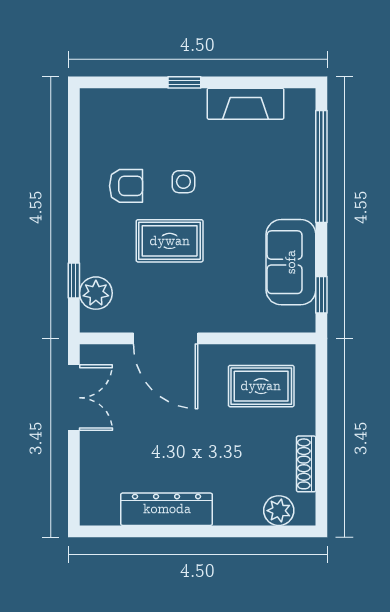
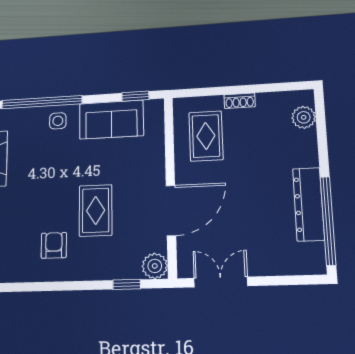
side table: (183, 182) -> (58, 121), moved
plant: (96, 293) -> (155, 266), moved
shoe rack: (306, 464) -> (240, 101), moved, width x0.70
window: (145, 531) -> (328, 221), added

